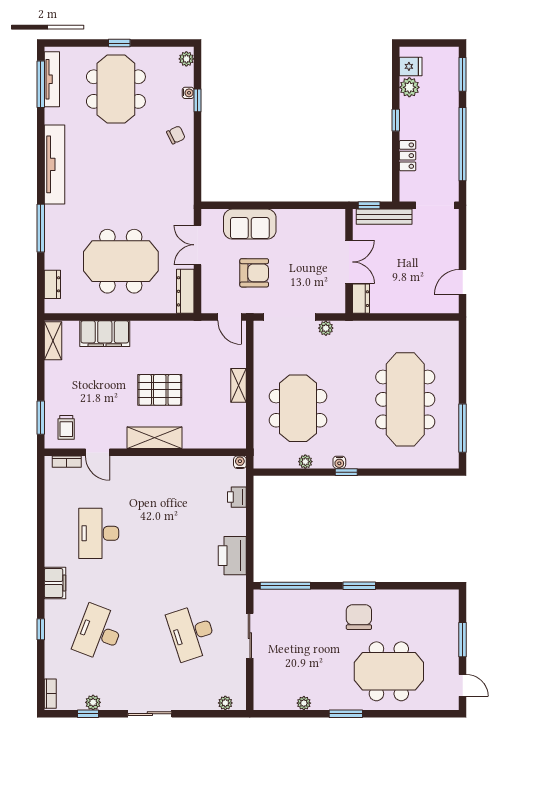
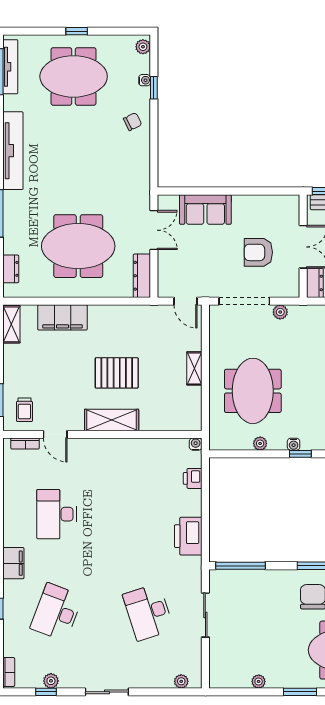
meeting table: (116, 89) -> (74, 76), turned 90
double door: (198, 245) -> (154, 230), swing flipped
armchair: (254, 273) -> (258, 252), moved, turned 180

